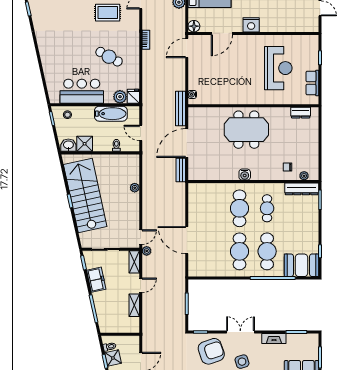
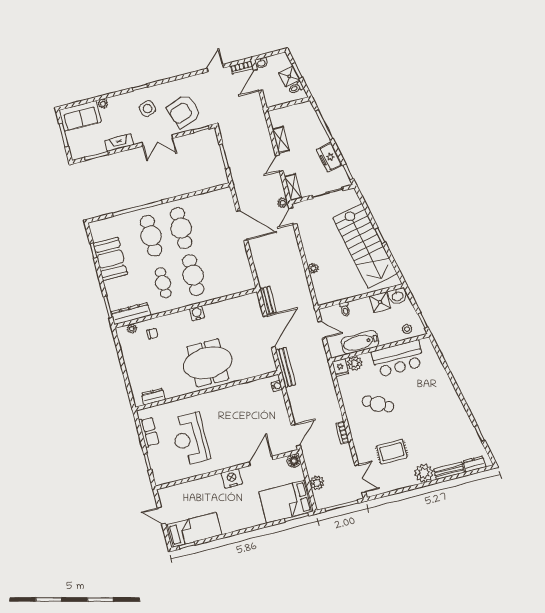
booth: (301, 265) -> (110, 259), moved, turned 90

